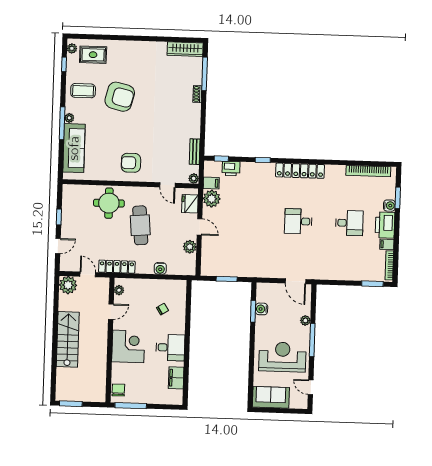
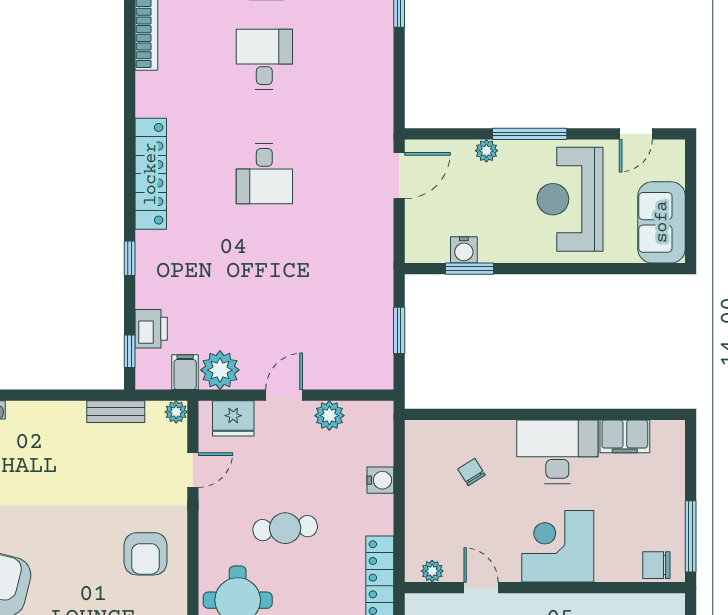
cafe table: (140, 225) -> (285, 528), width x0.73, depth x0.74
desk: (170, 348) -> (557, 452), width x1.37

